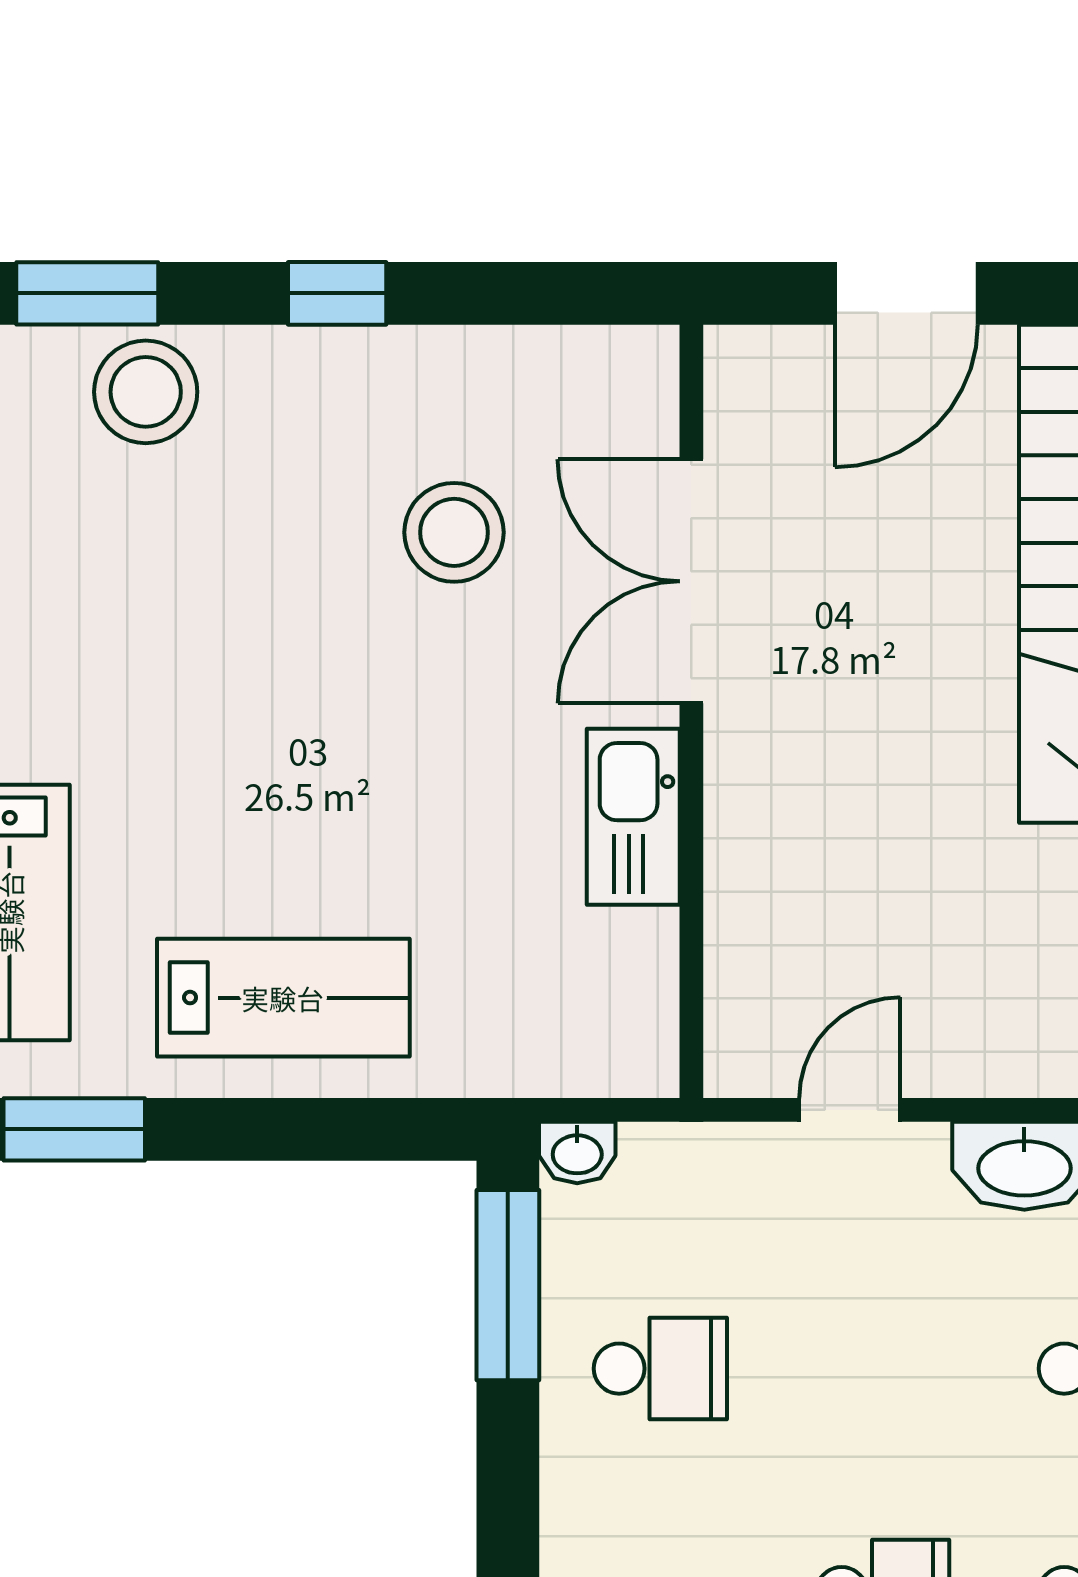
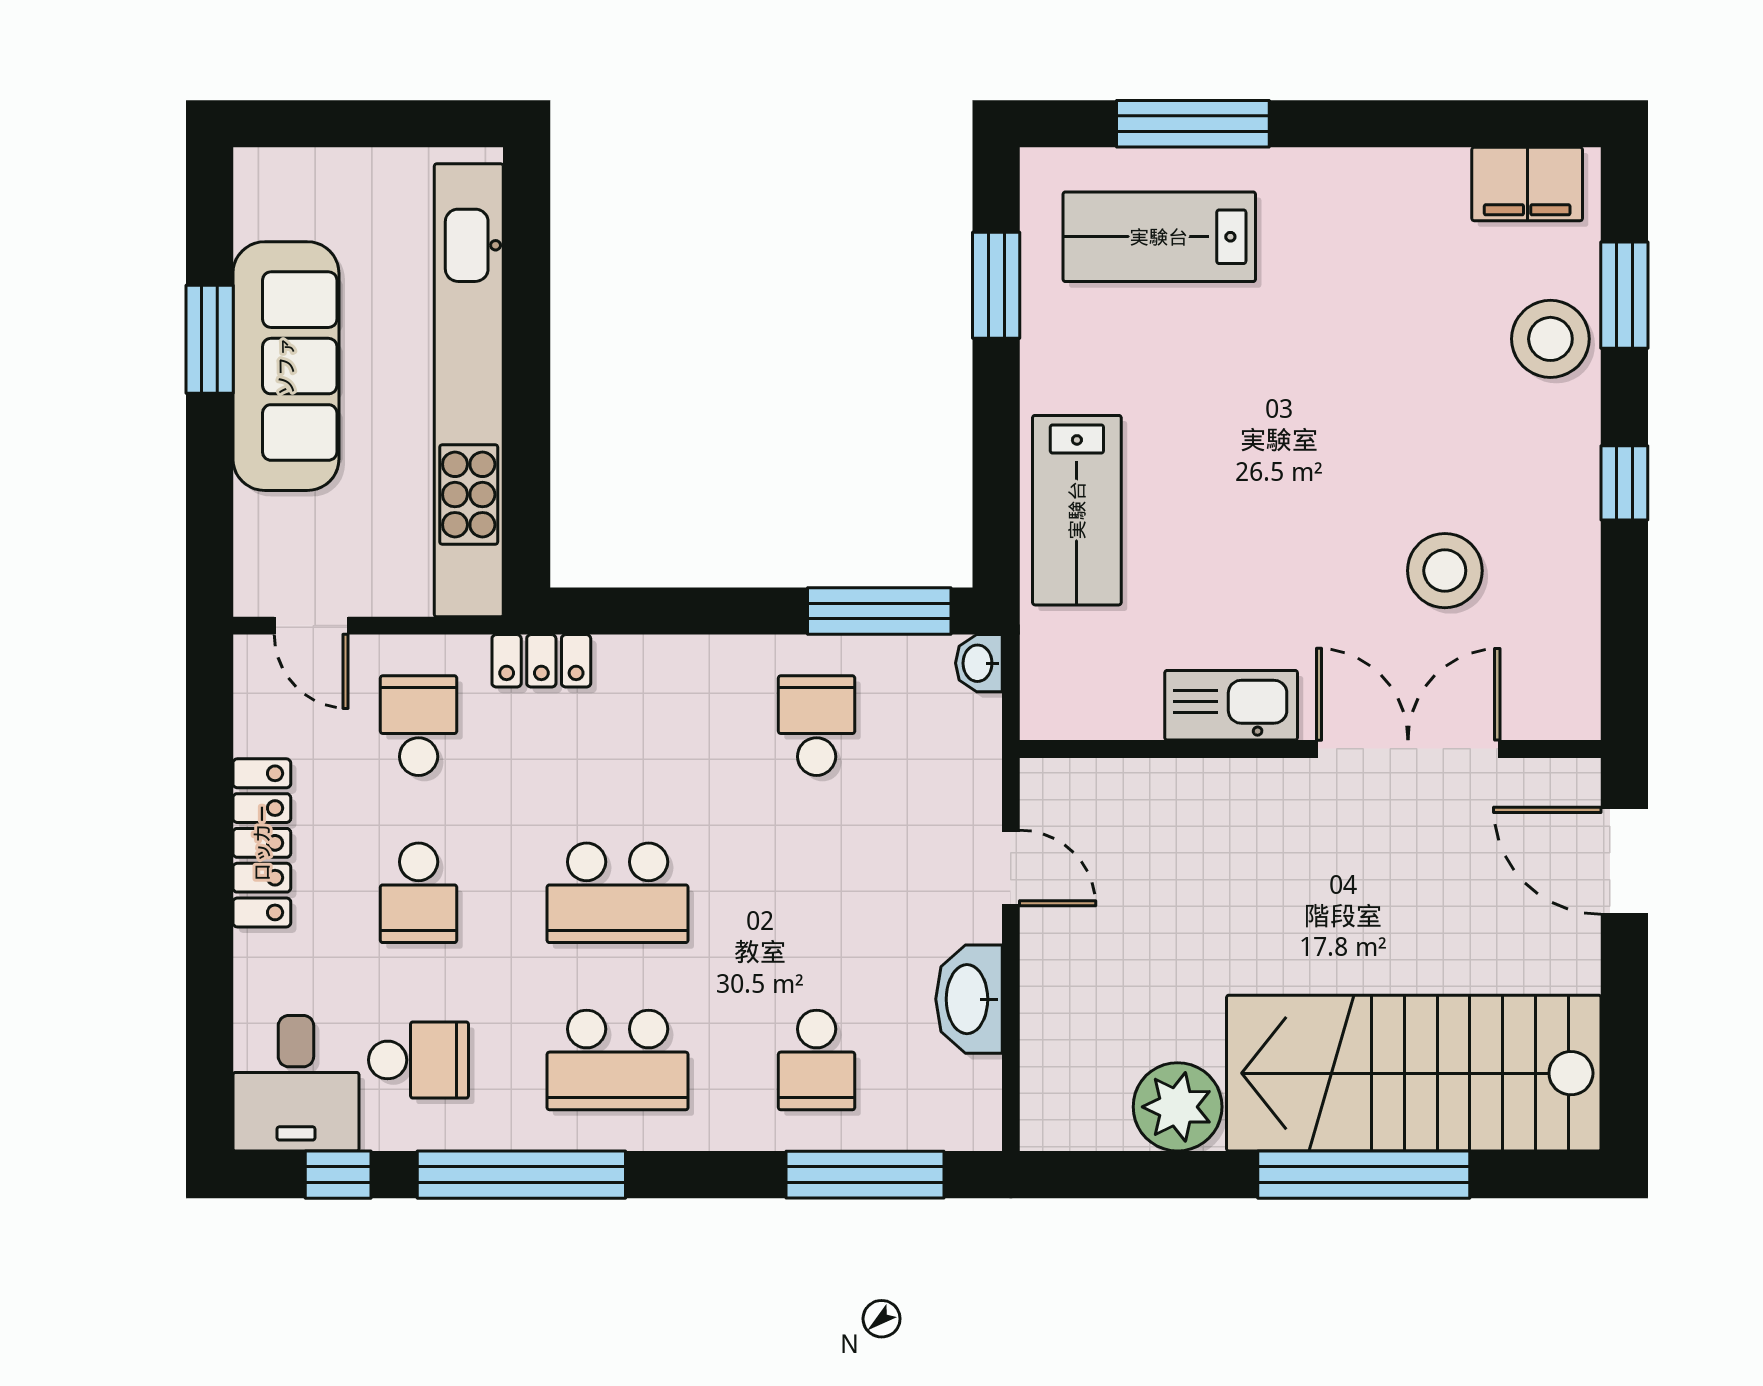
door: (906, 293) -> (1624, 861), moved
lab bench: (283, 998) -> (1077, 510), moved
school desk: (660, 1369) -> (817, 726), turned 180

